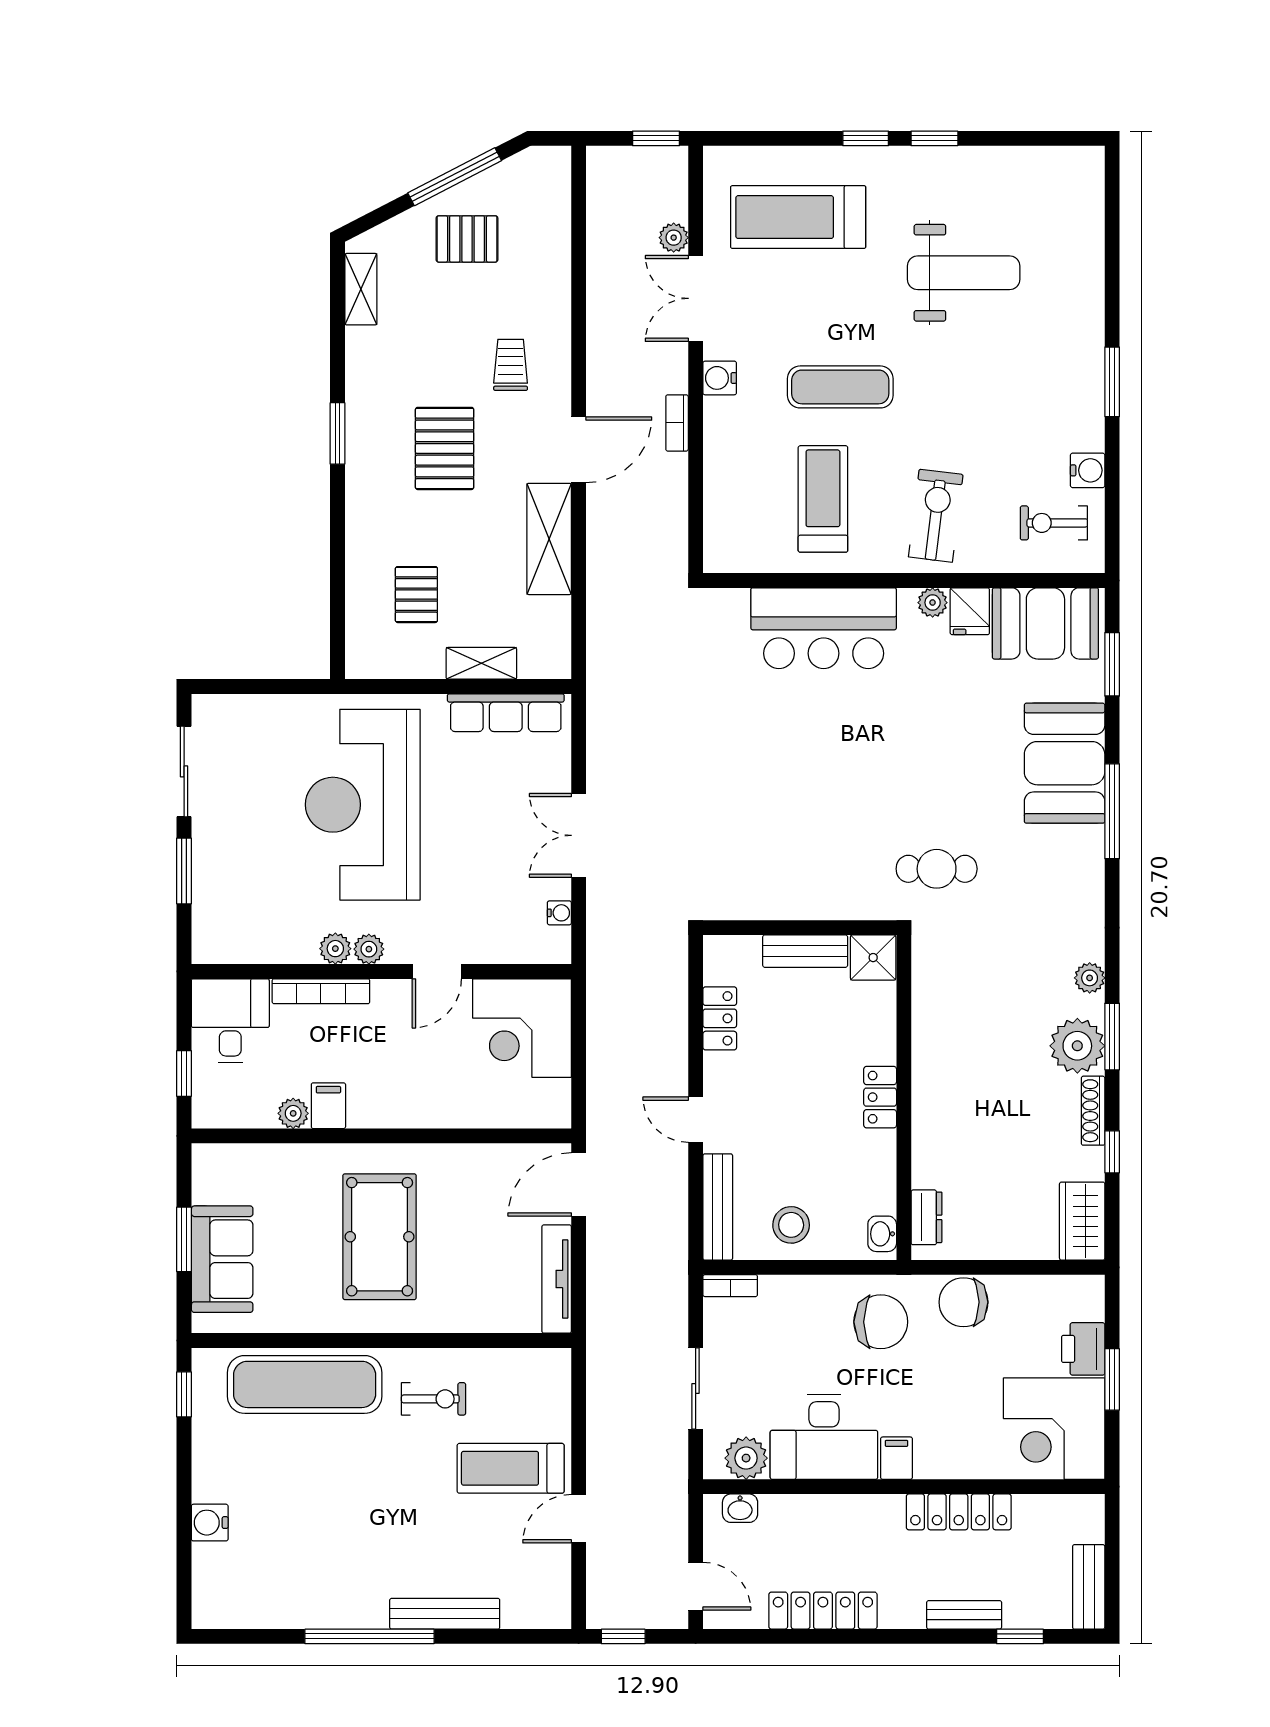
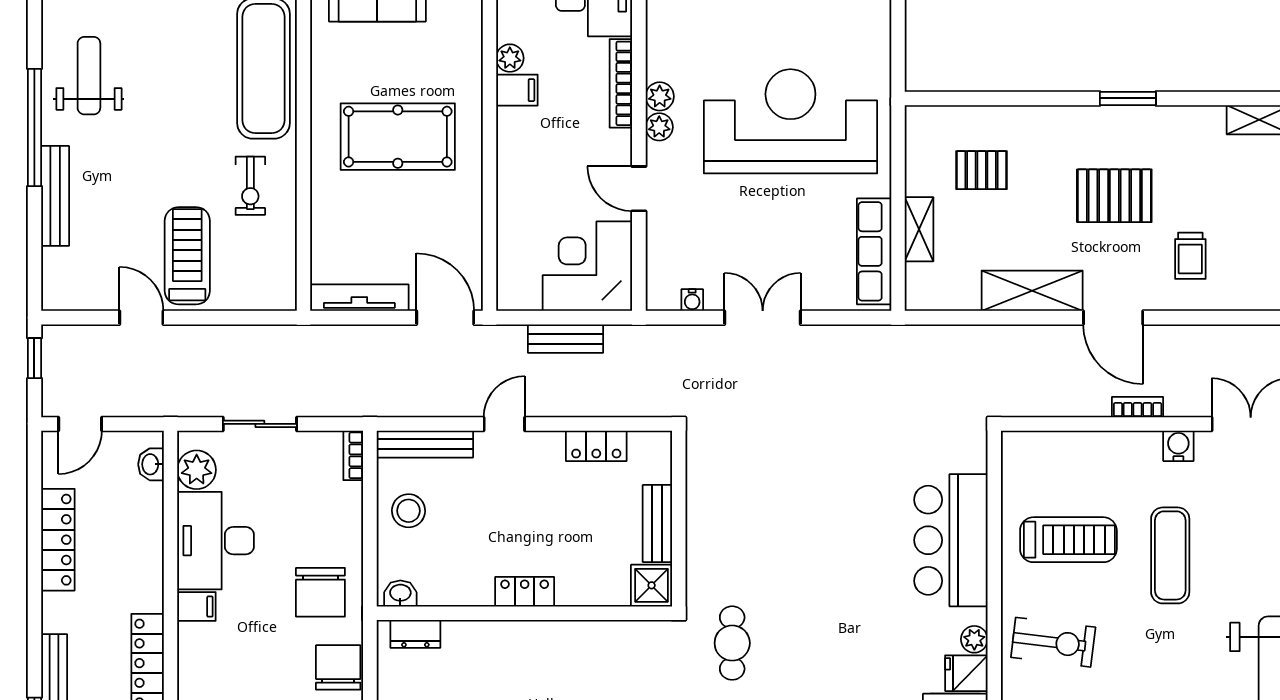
trolley: (511, 365) -> (1190, 256), turned 90
bench: (602, 1052) -> (566, 339), added
weight bench: (312, 1576) -> (89, 76), added

